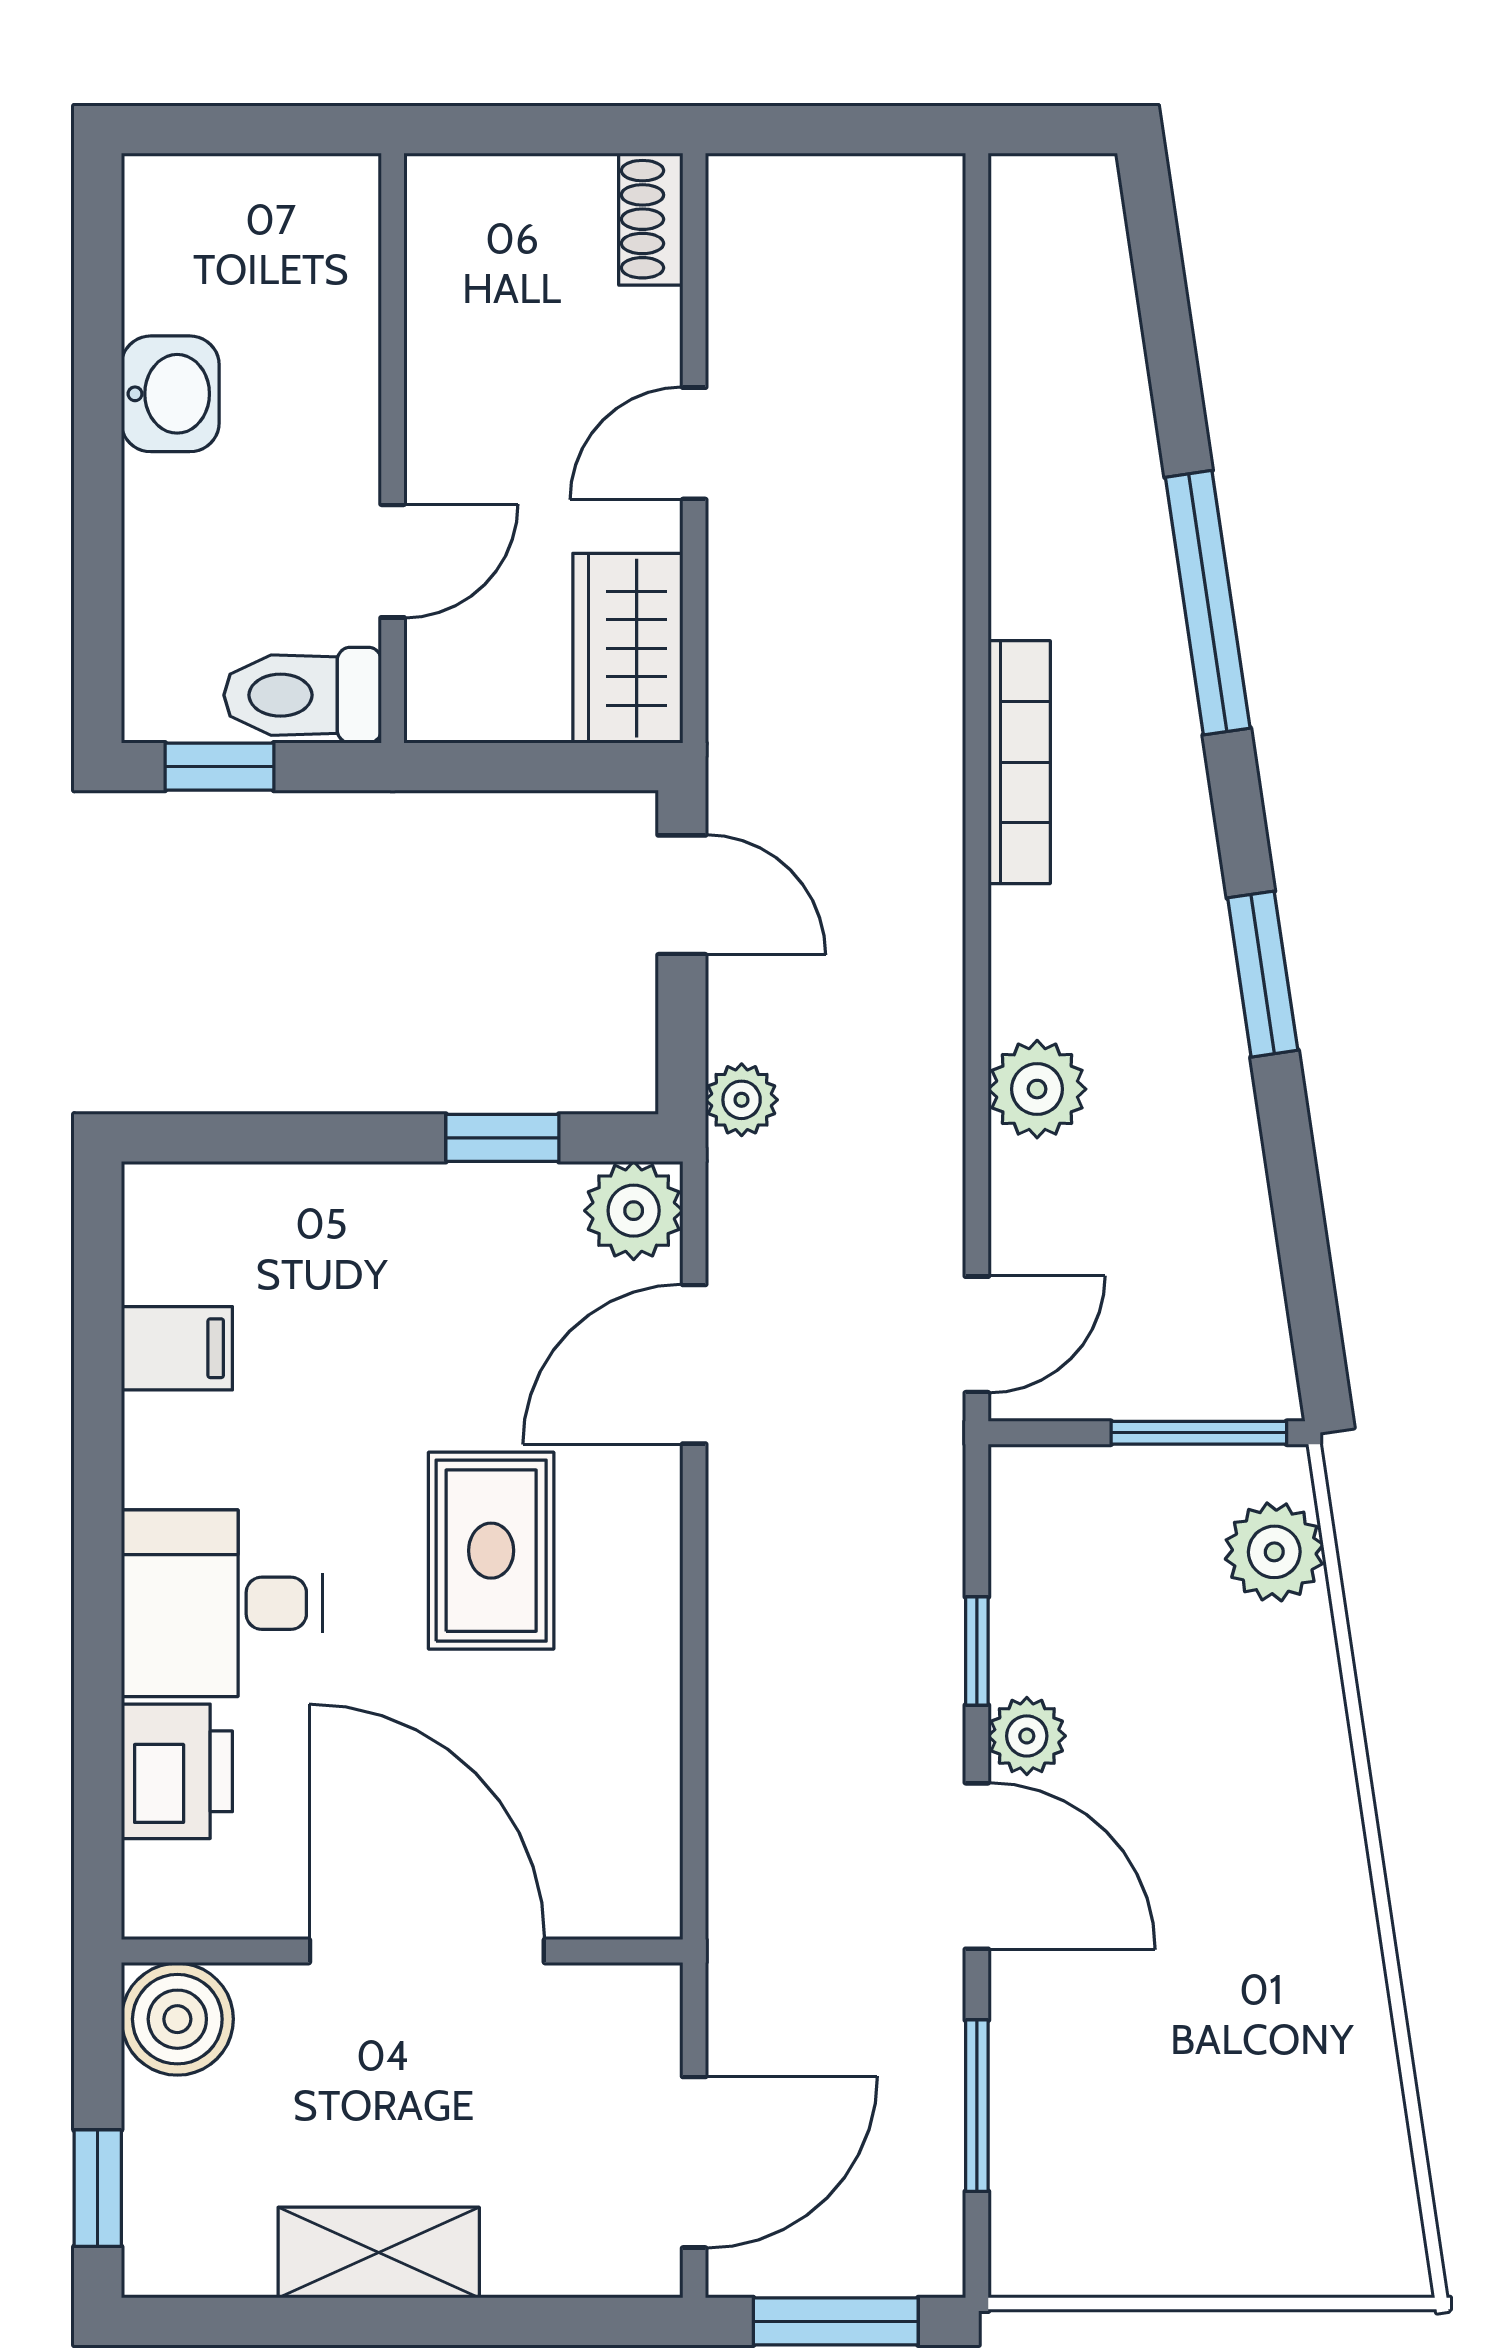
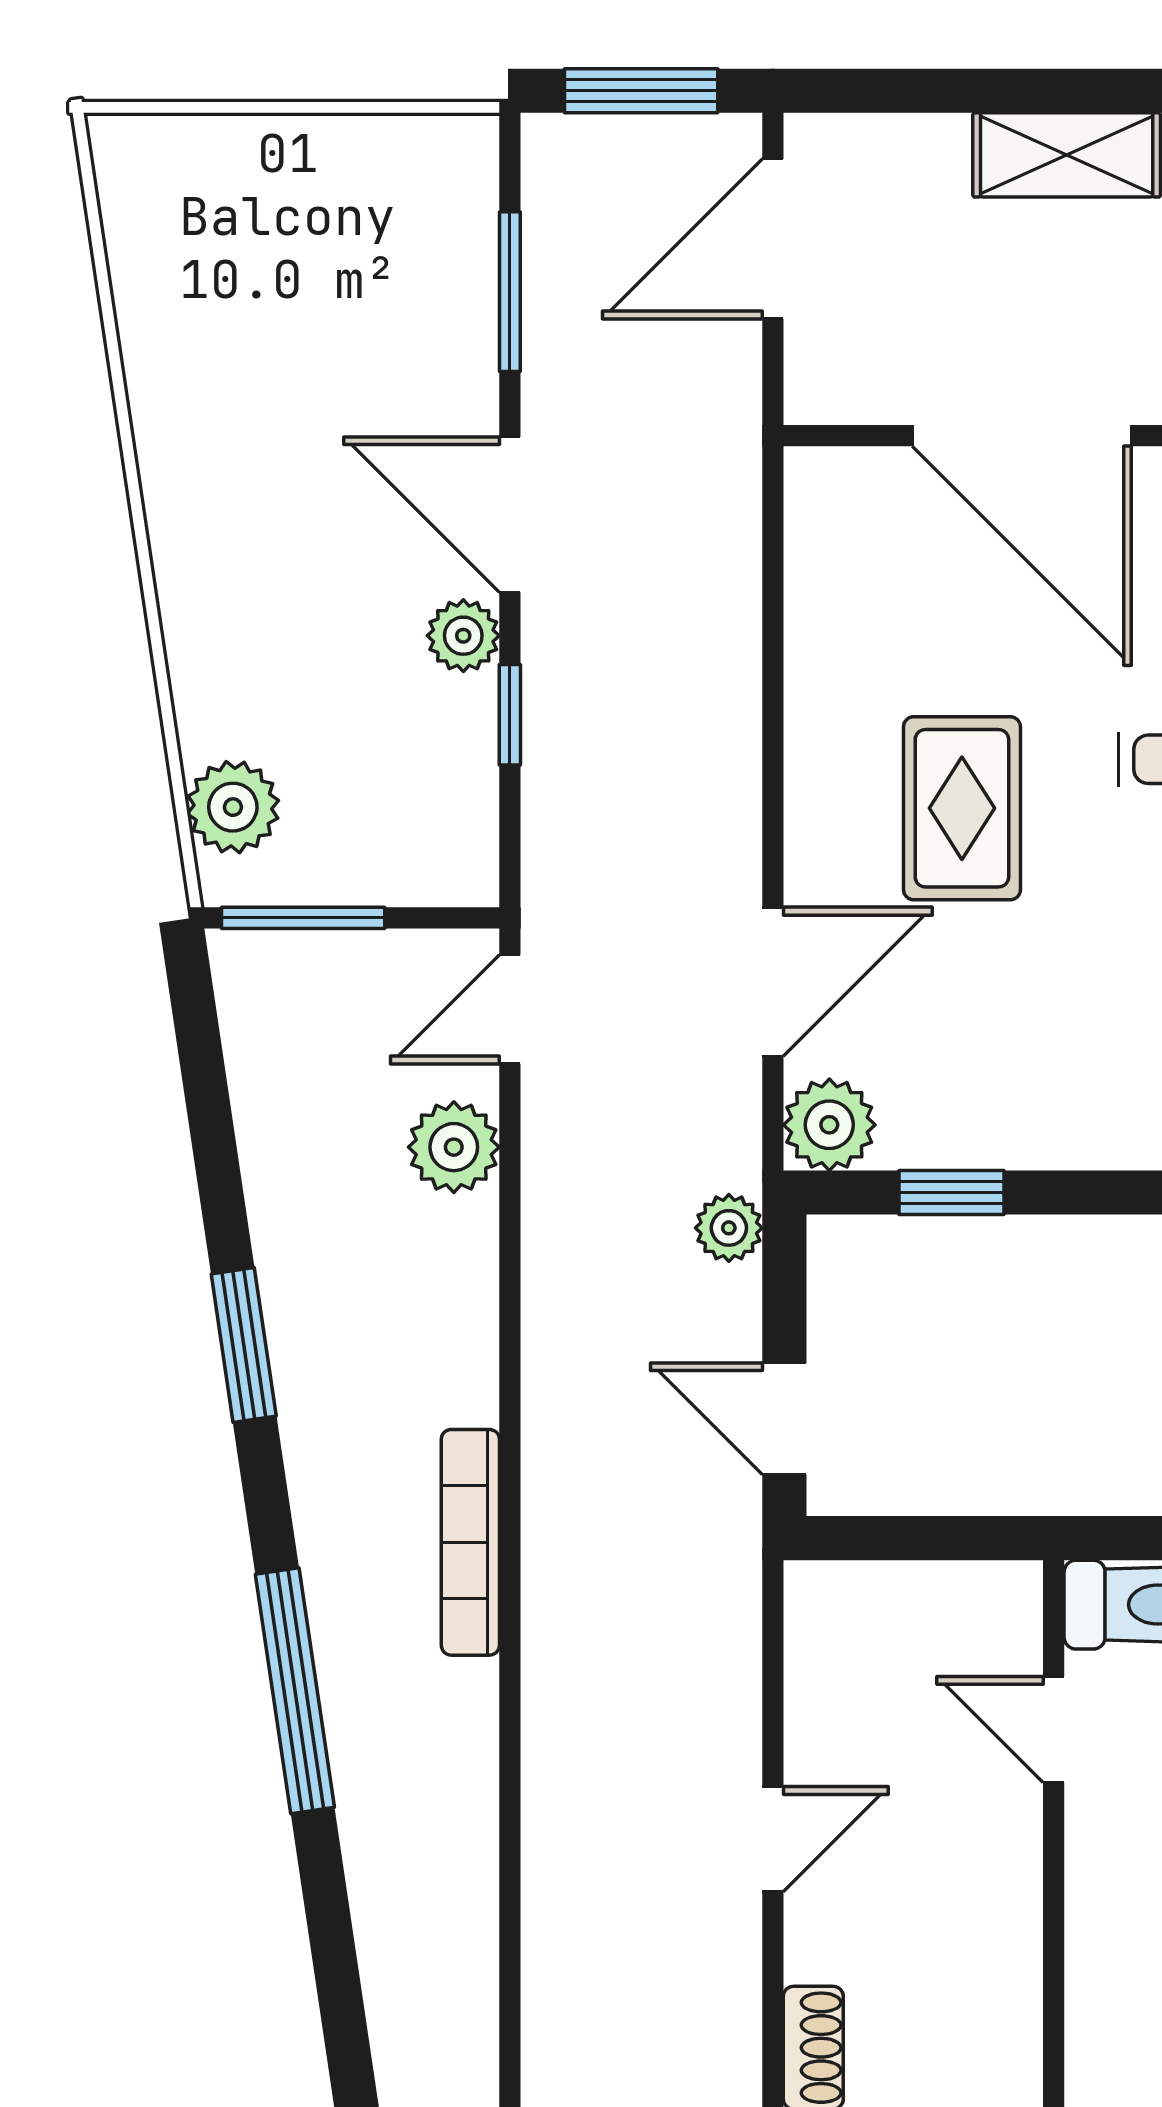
door: (393, 561) -> (1054, 1729), hinge flipped
wardrobe: (628, 648) -> (835, 1648), removed
plant: (1037, 1089) -> (454, 1147), moved

